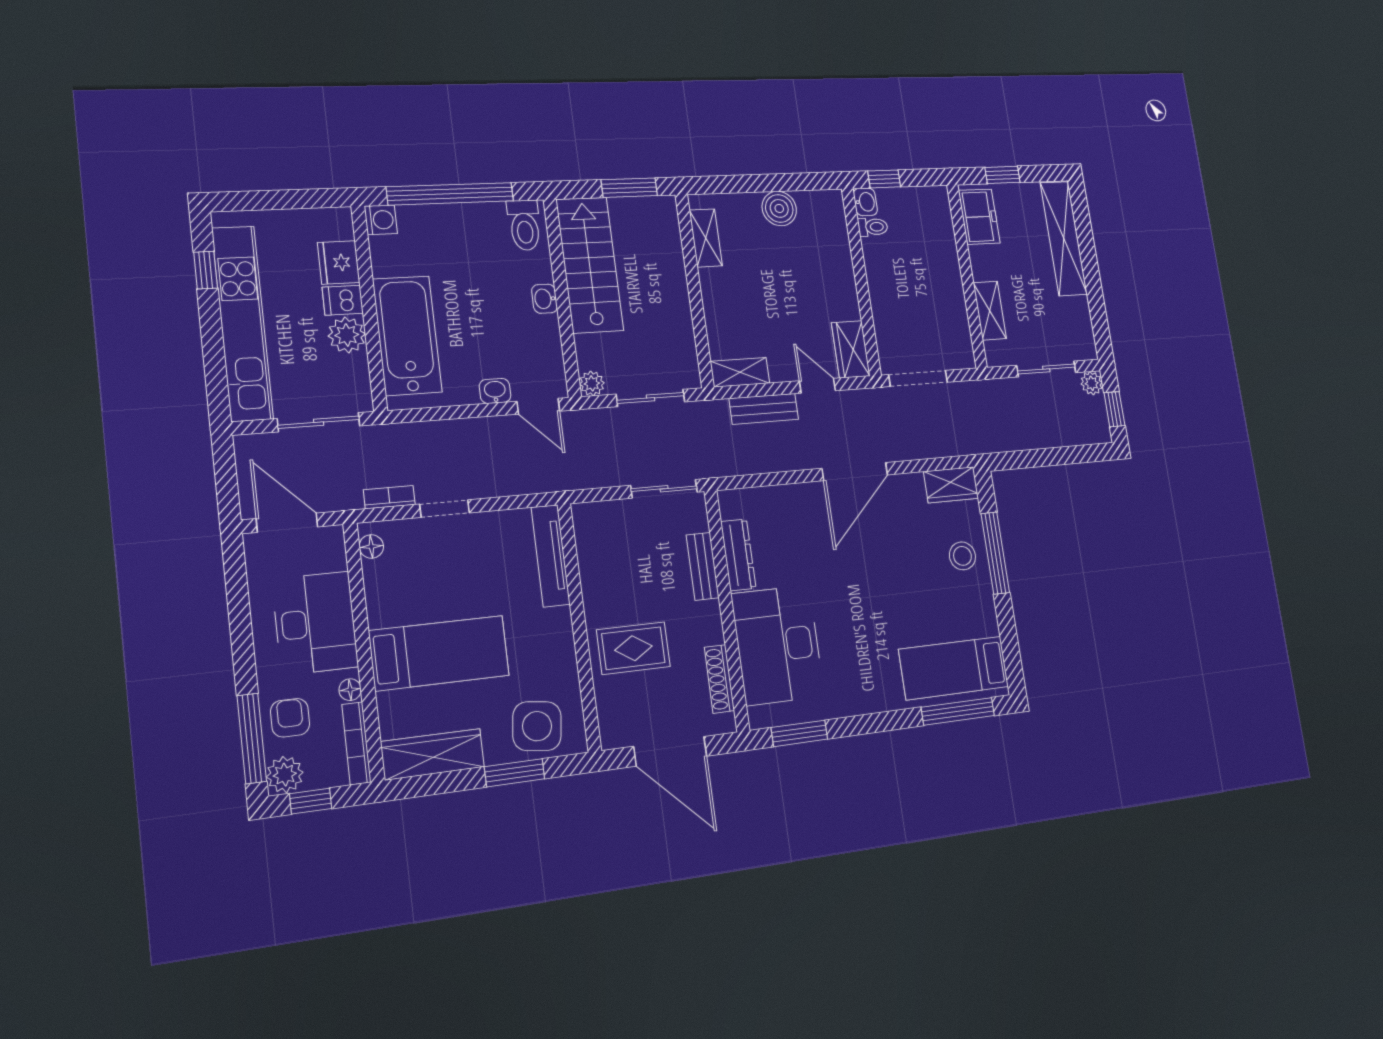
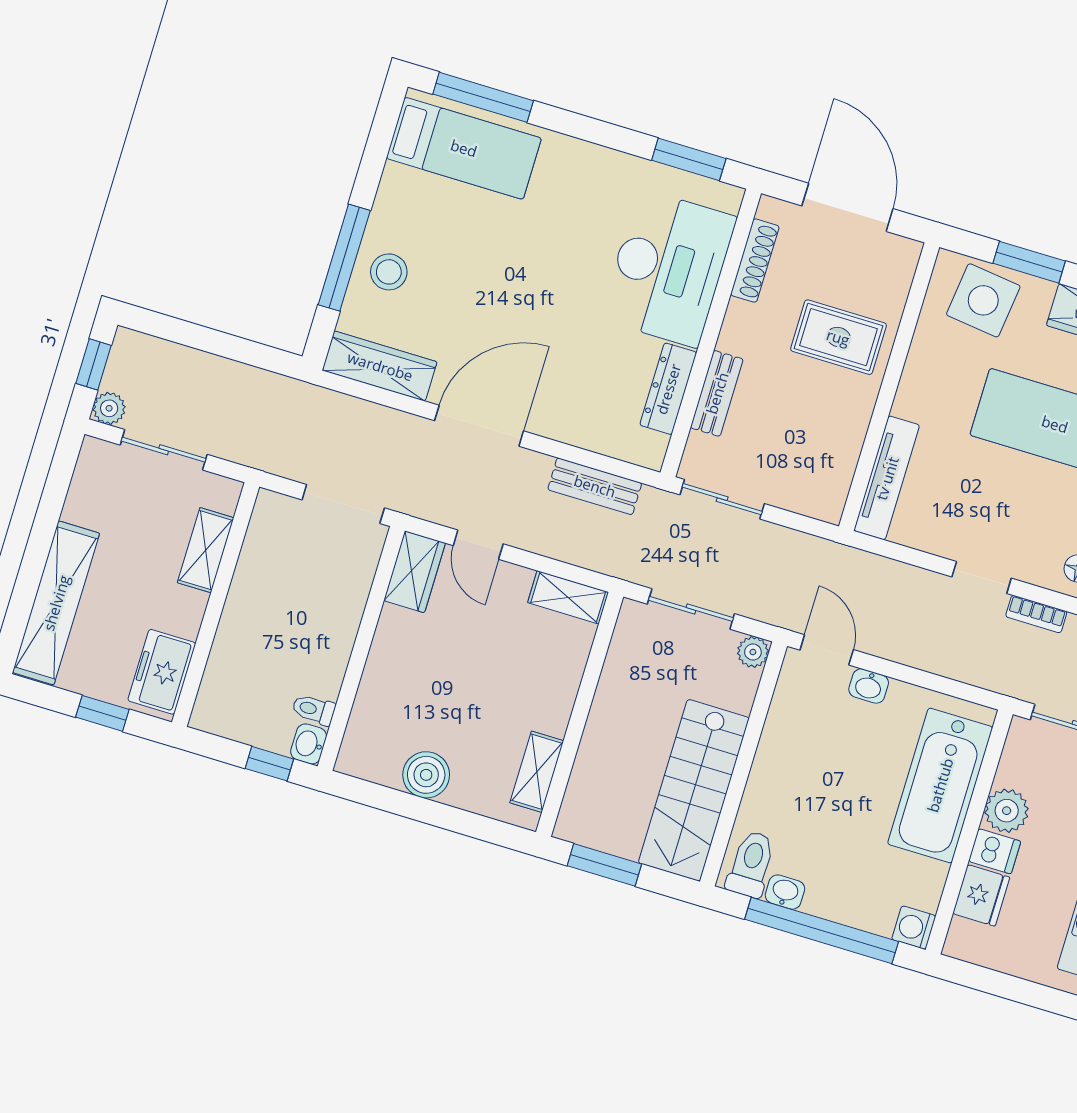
washbasin: (545, 299) -> (785, 892), moved, turned -90
bench: (764, 409) -> (595, 486), moved
wardrobe: (951, 485) -> (380, 366), width x1.50

